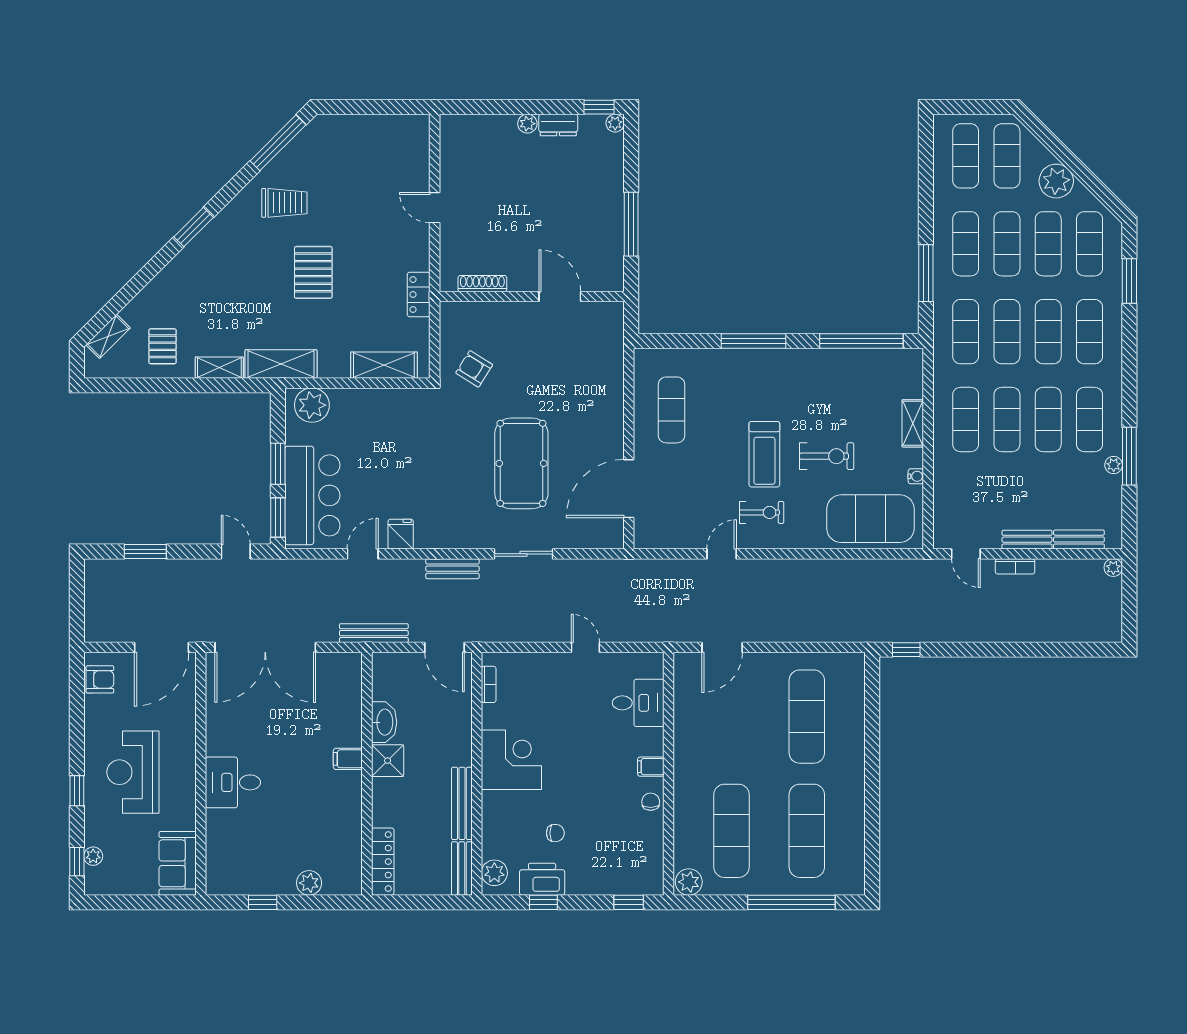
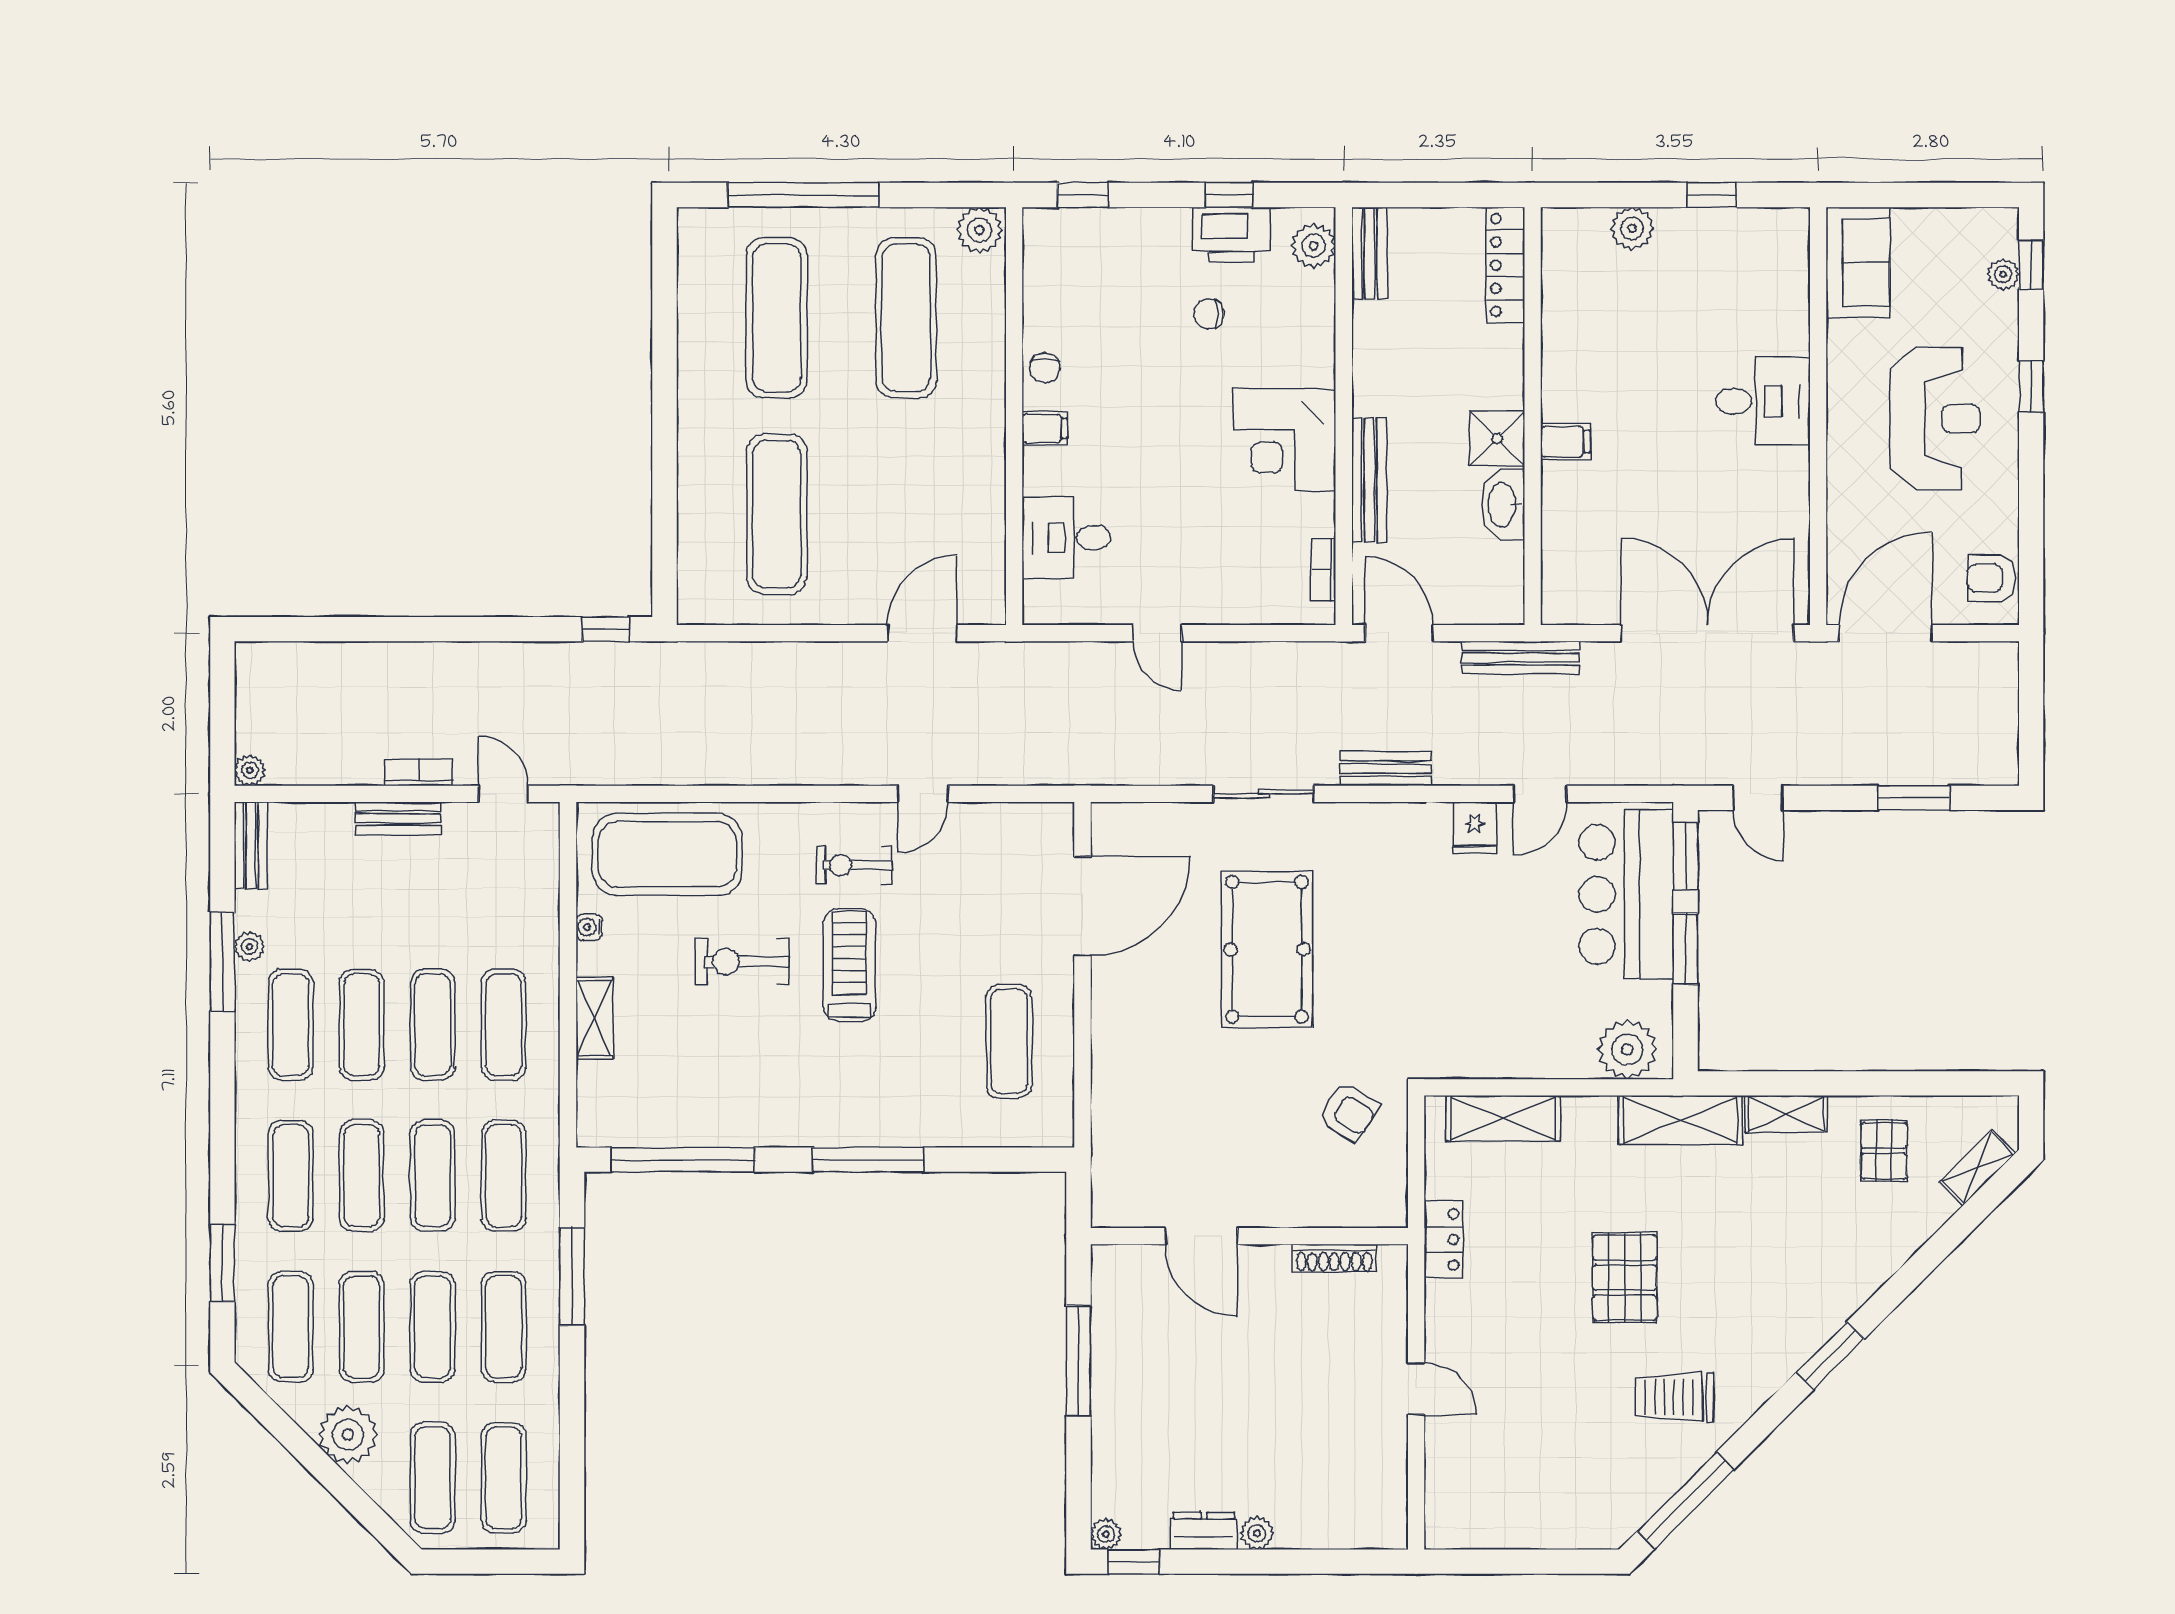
bench: (1079, 540) -> (251, 845), moved, turned 90
bench: (462, 803) -> (1369, 480), moved

